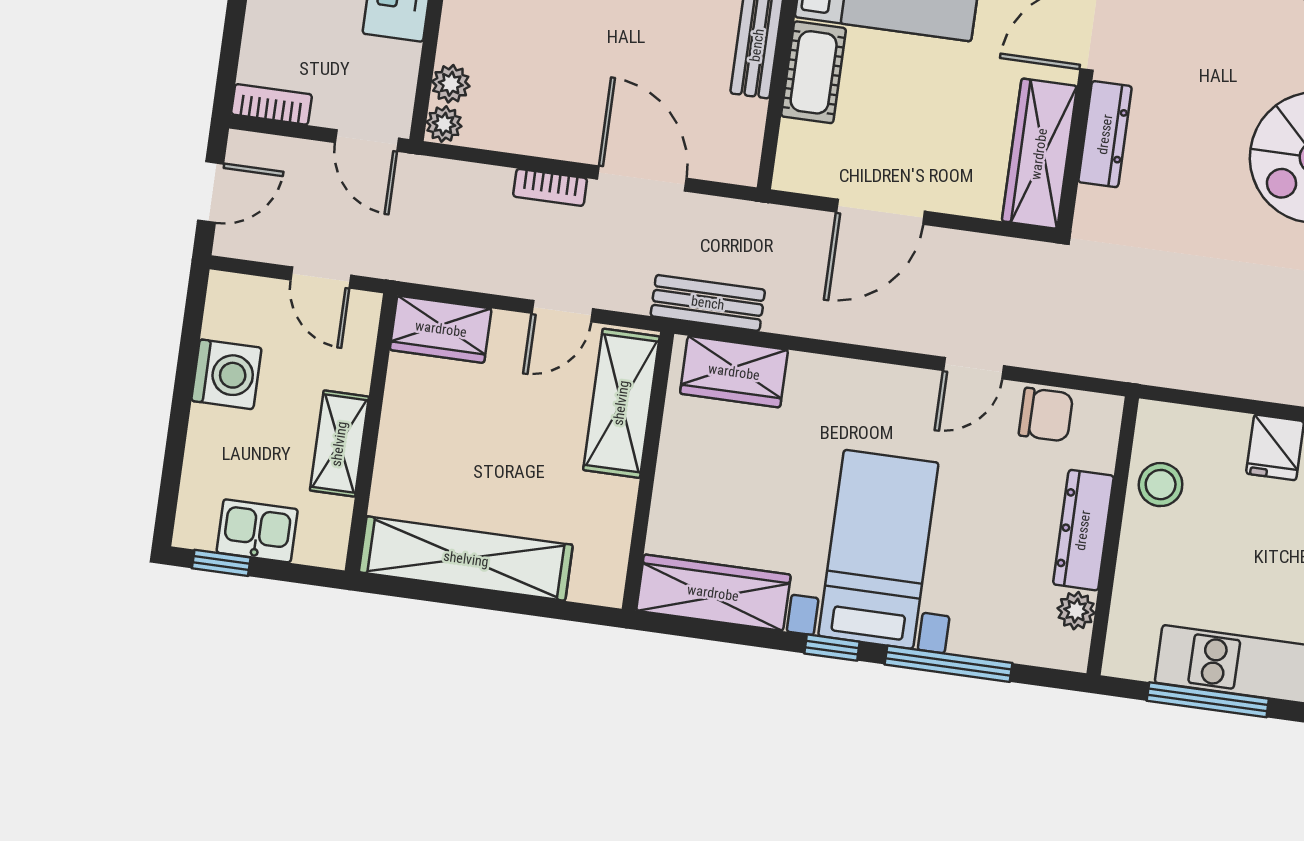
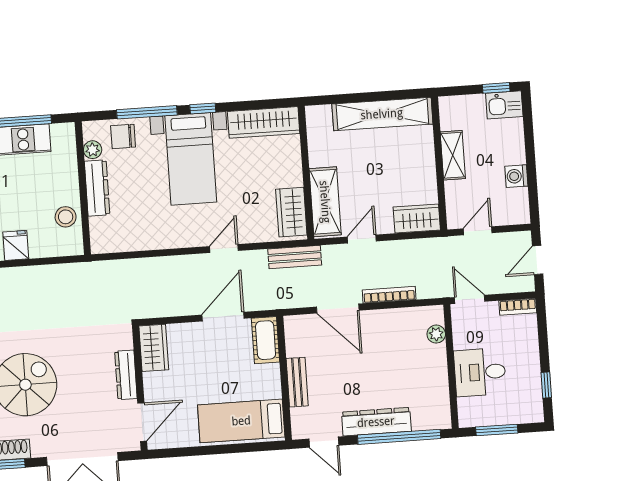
cot: (814, 72) -> (266, 340), moved
plant: (444, 124) -> (435, 315), removed
wardrobe: (1039, 154) -> (154, 348), width x0.67
bookcase: (550, 187) -> (389, 295), width x1.56
door: (321, 278) -> (478, 231), hinge flipped
door: (974, 368) -> (224, 249), moved
wardrobe: (734, 372) -> (291, 212), moved, turned -90
washing machine: (226, 374) -> (516, 176), width x0.73, depth x0.73
chair: (1046, 415) -> (123, 136), moved
kitchen sink: (257, 531) -> (504, 105), moved

